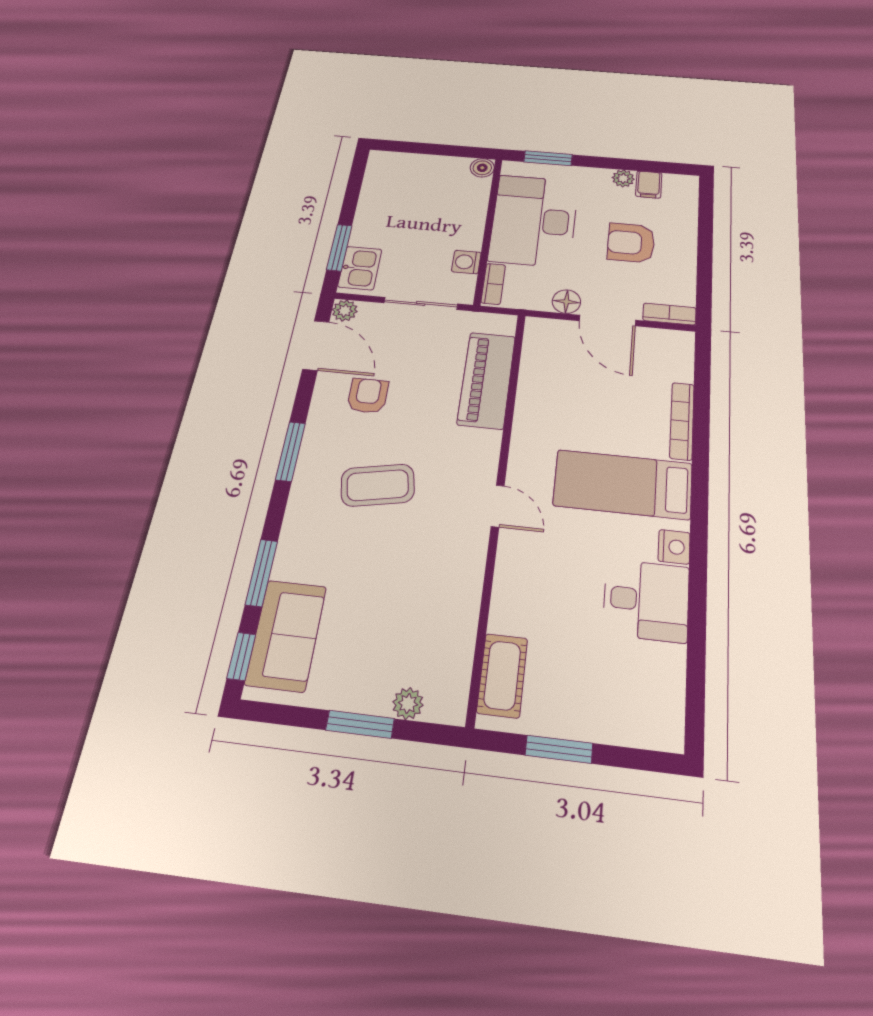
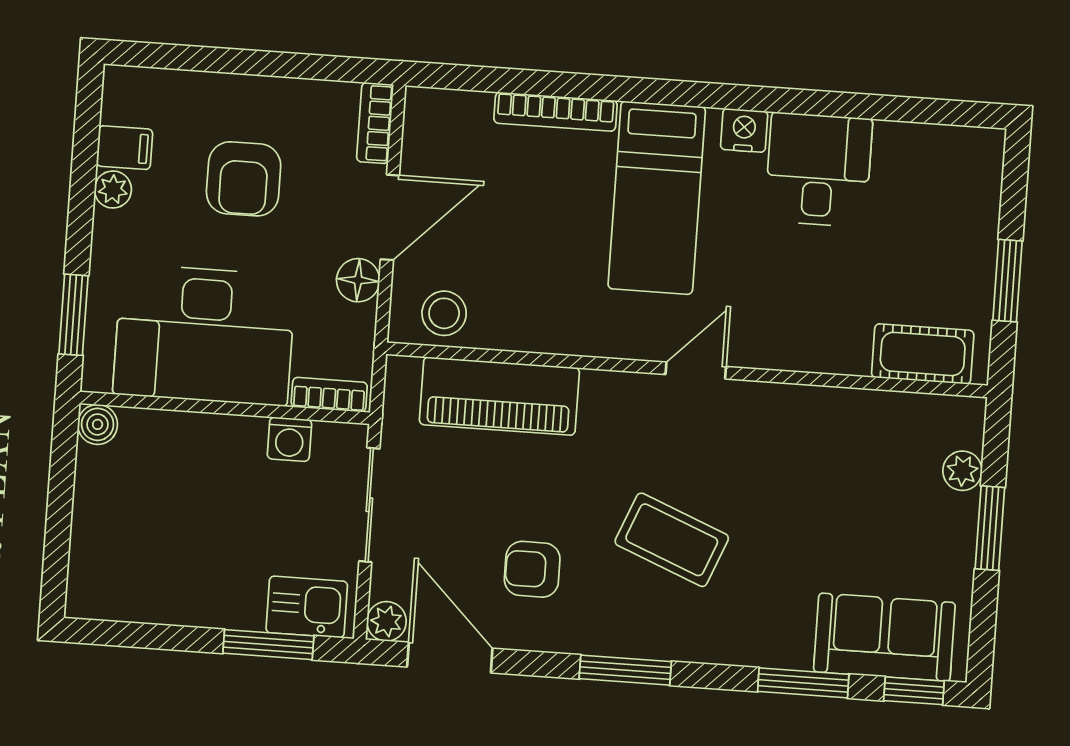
door: (316, 345) -> (450, 658), hinge flipped
stool: (544, 349) -> (444, 313), added
coffee table: (378, 485) -> (672, 540), turned -57

